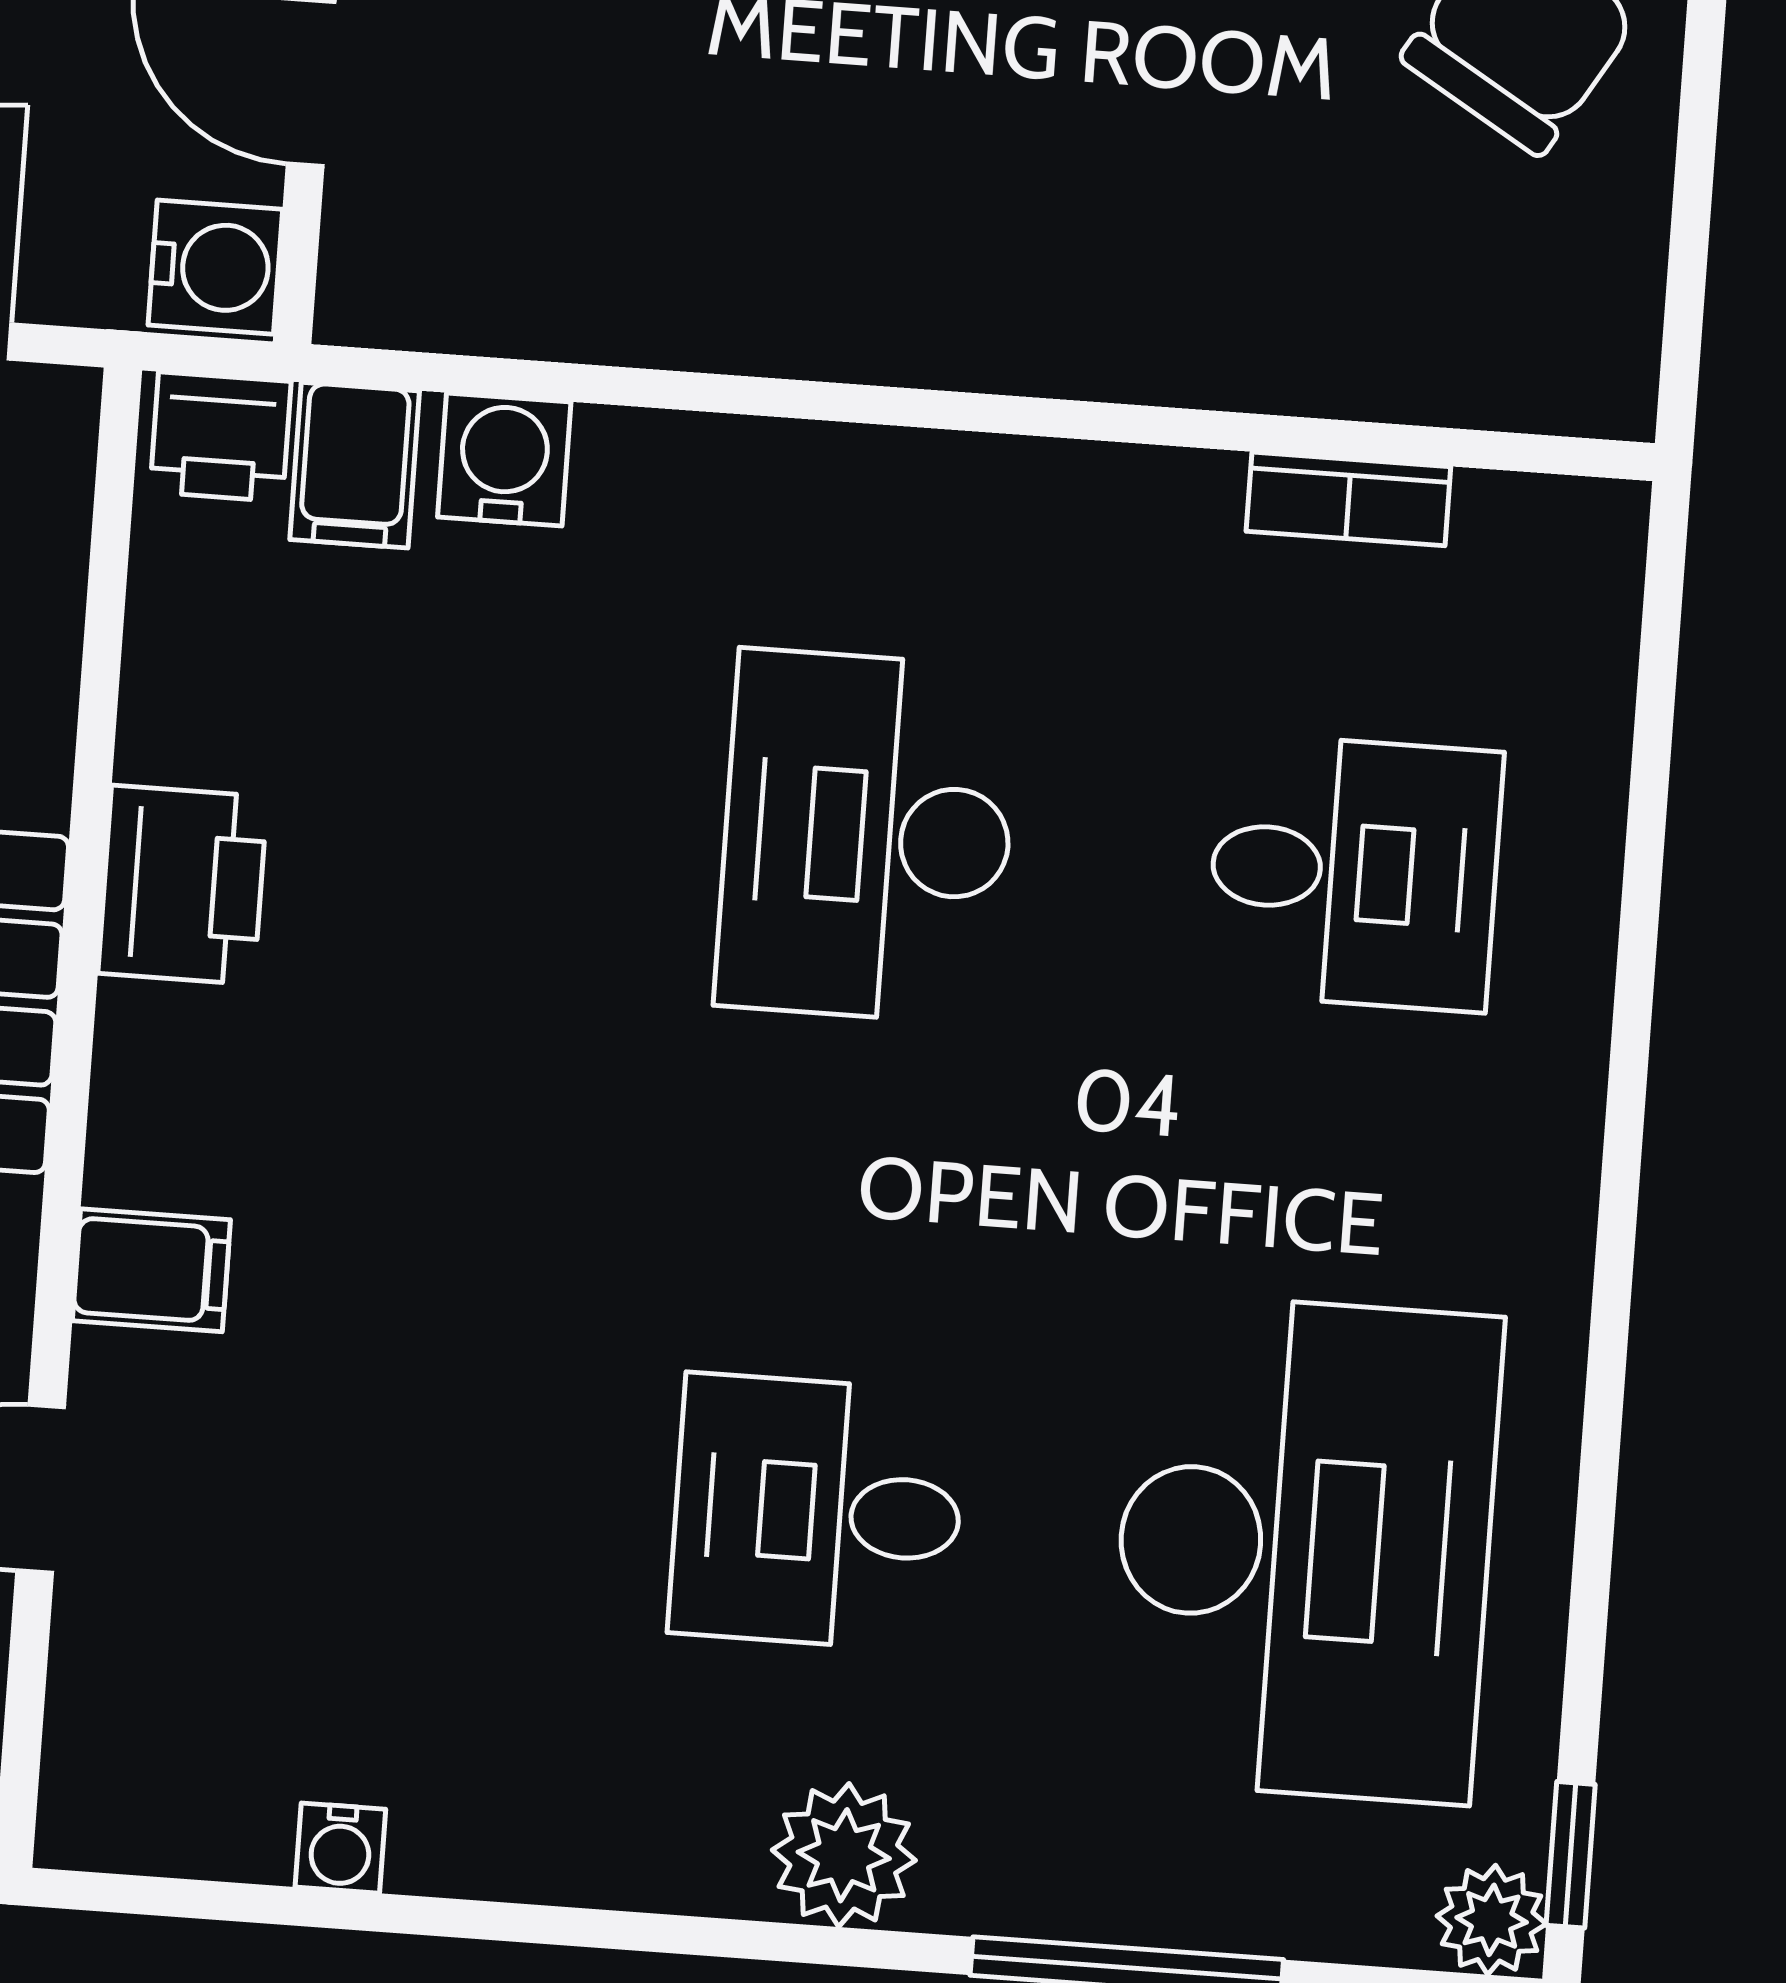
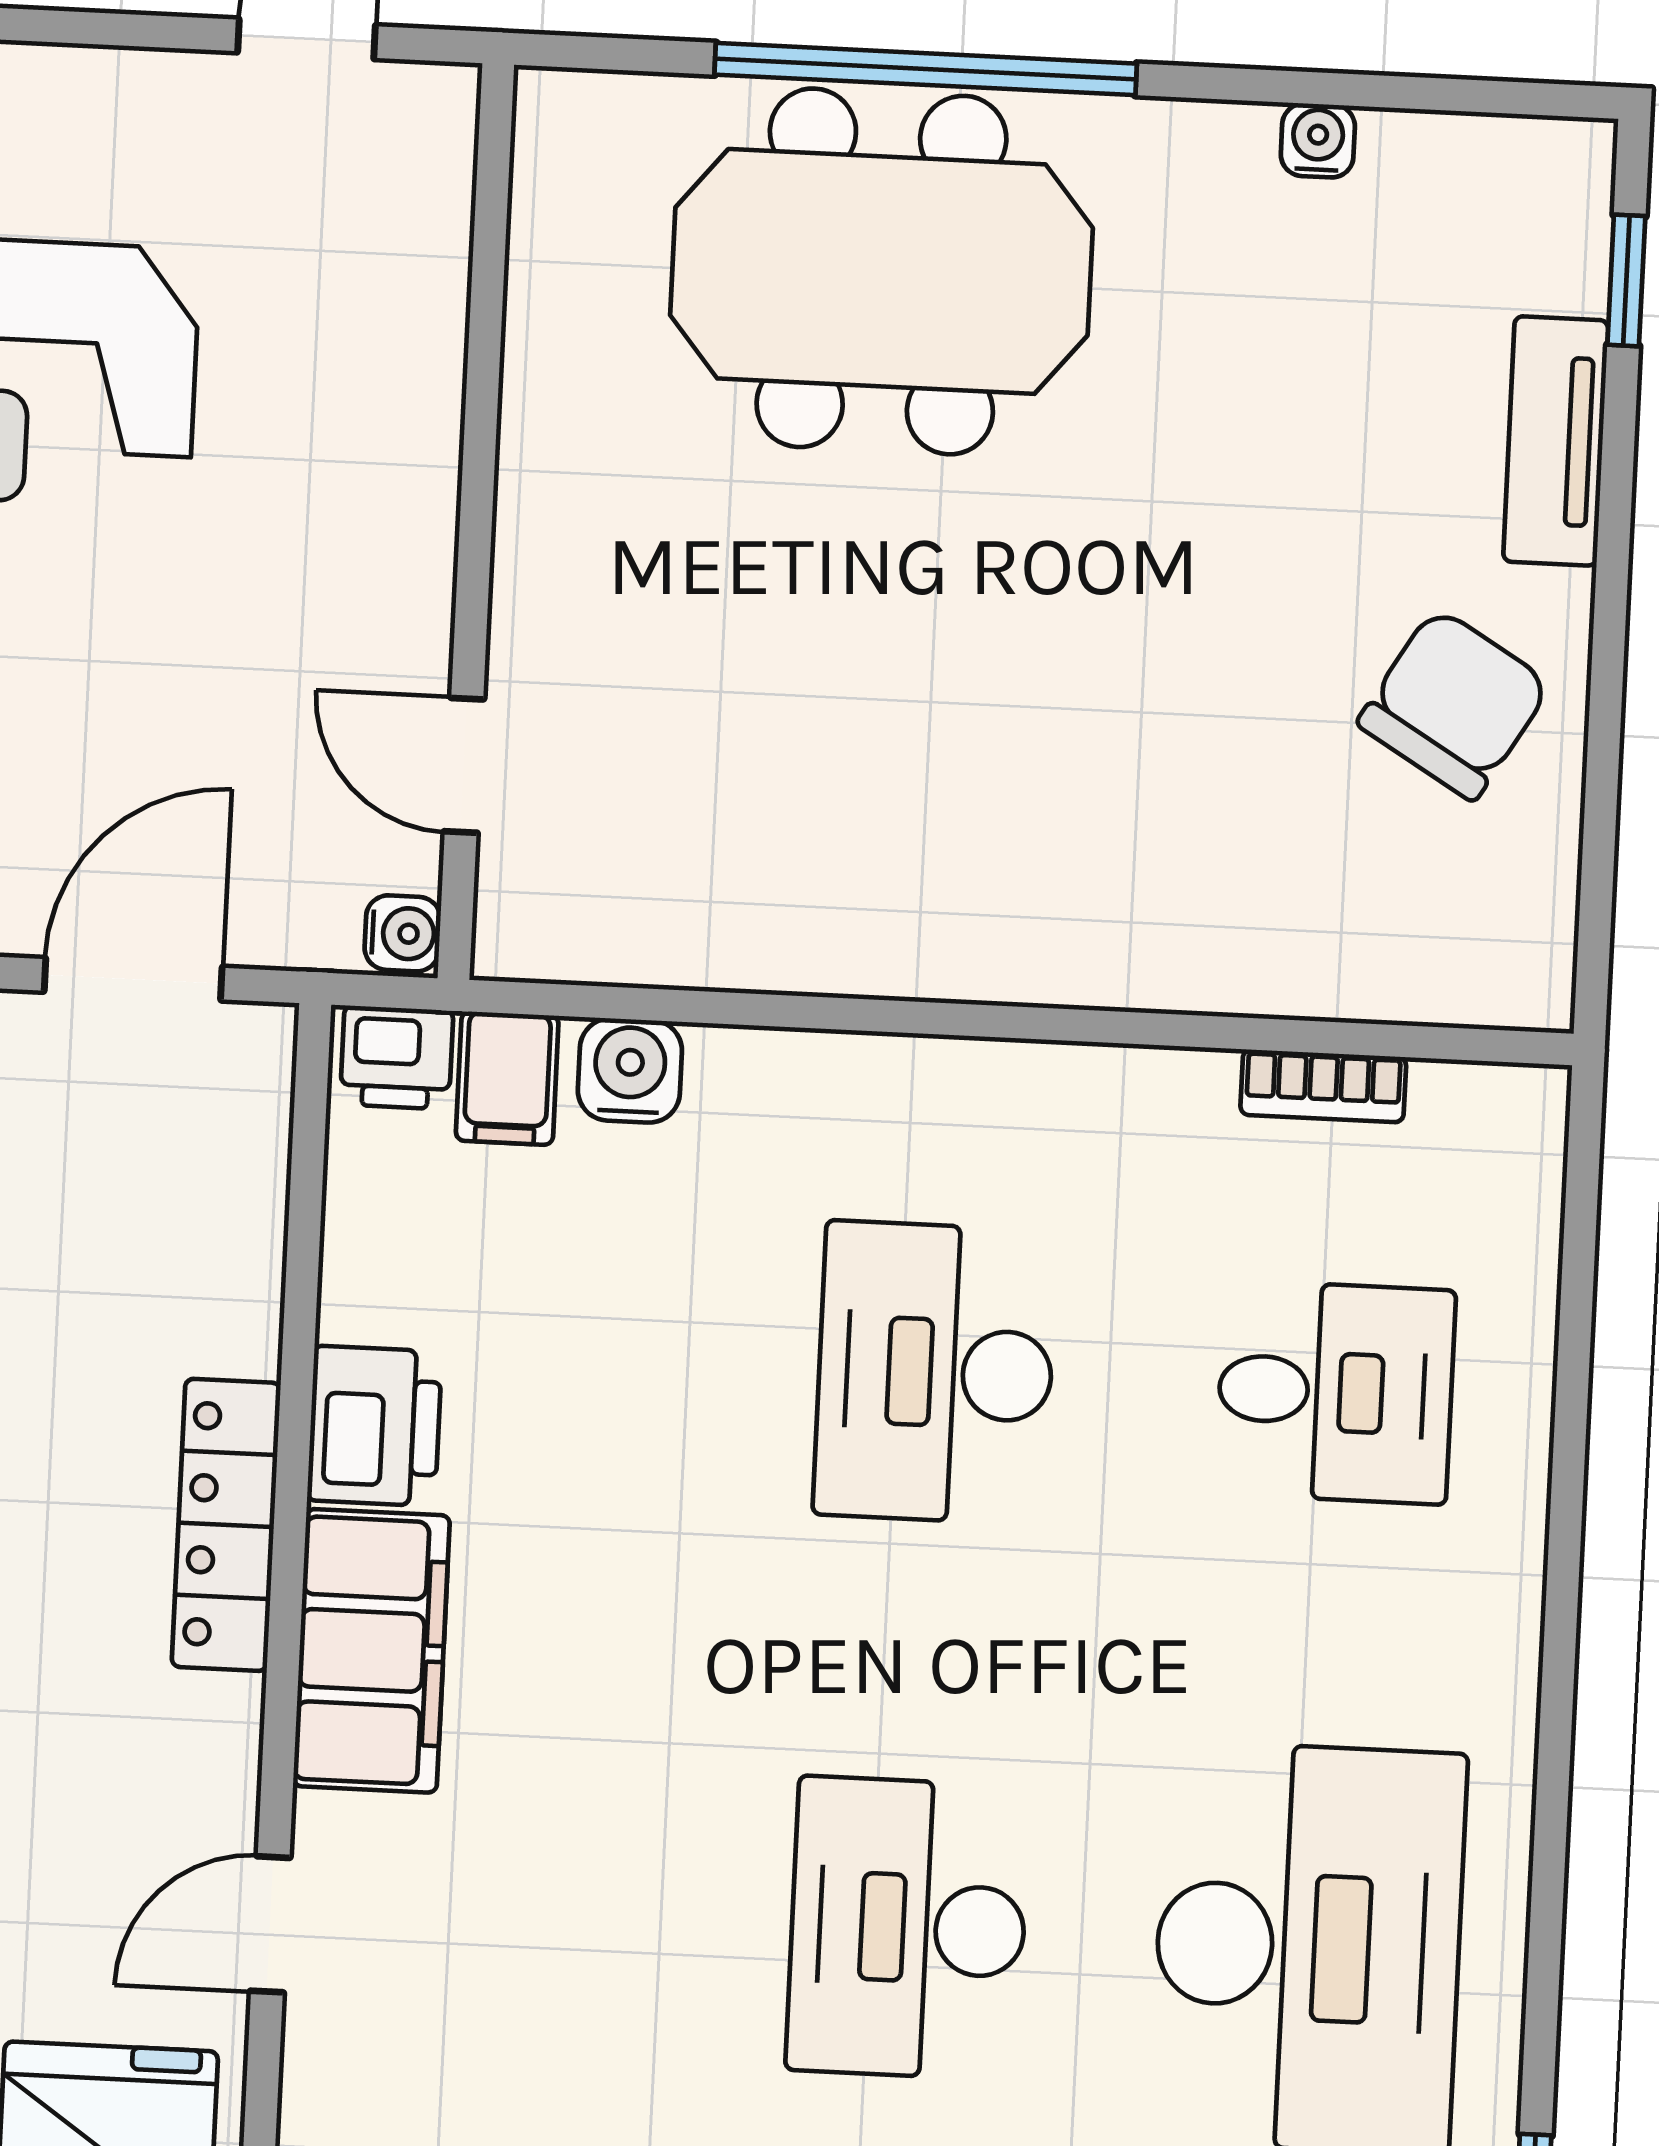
water cooler: (215, 267) -> (403, 933), width x0.72, depth x0.72
filing cabinet: (151, 1270) -> (371, 1651), width x3.00, depth x1.17
desk: (817, 1512) -> (908, 1928), width x1.37

